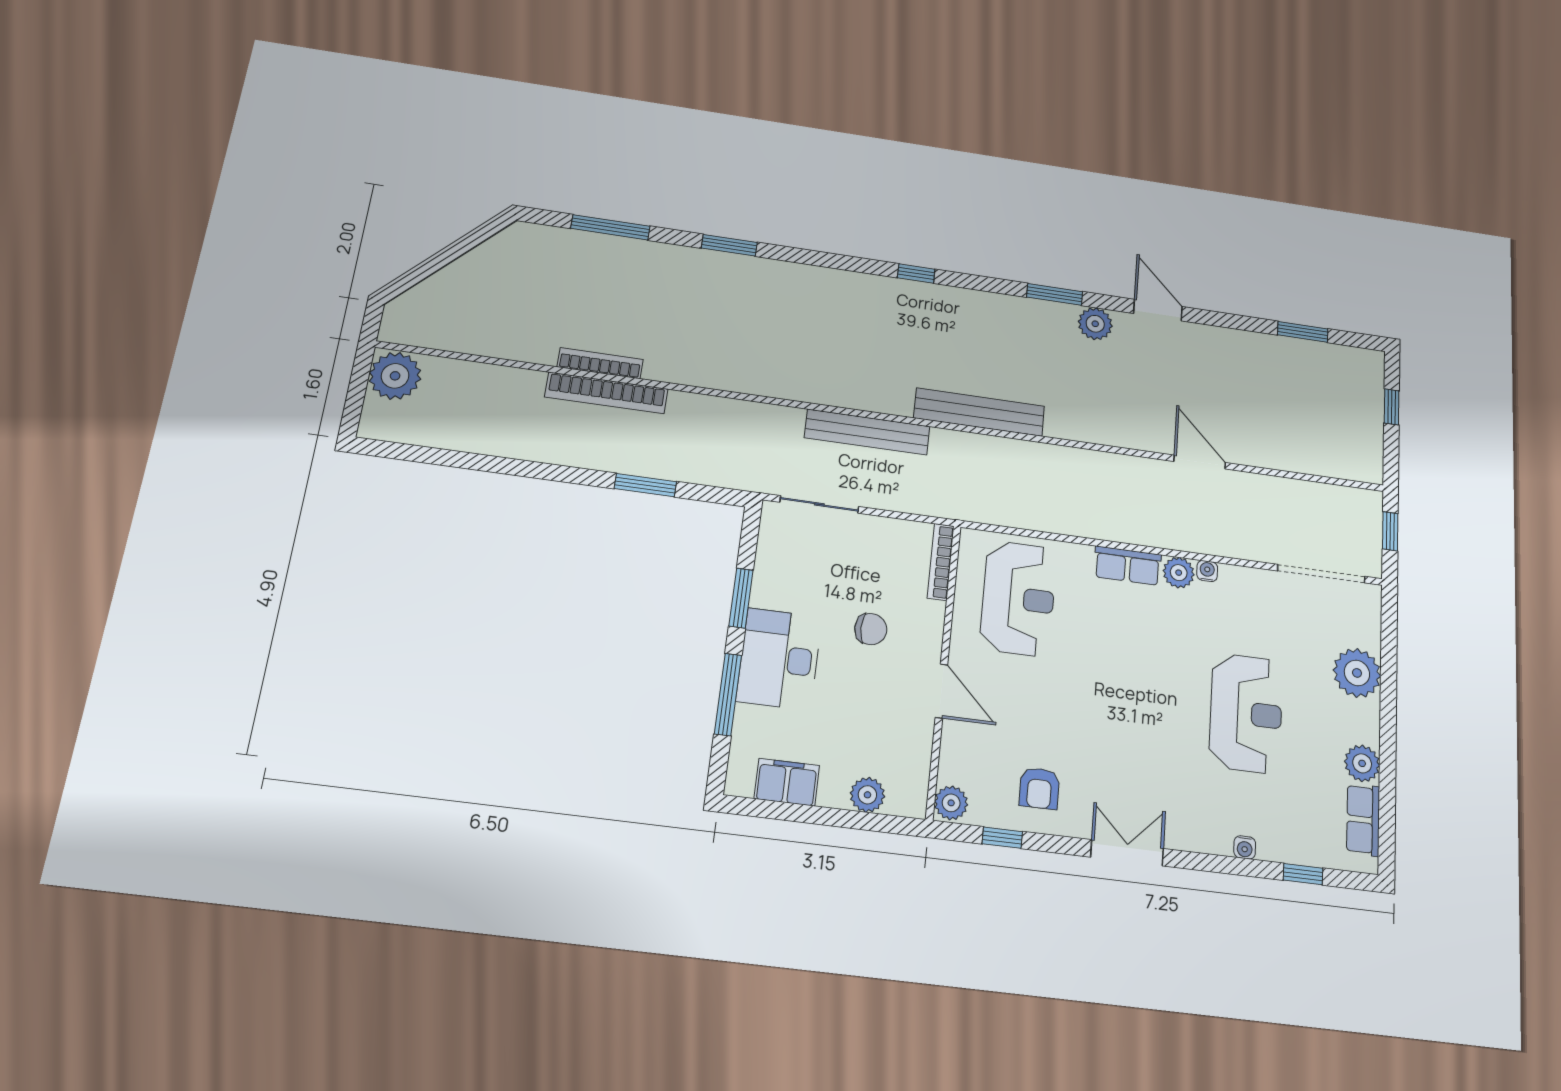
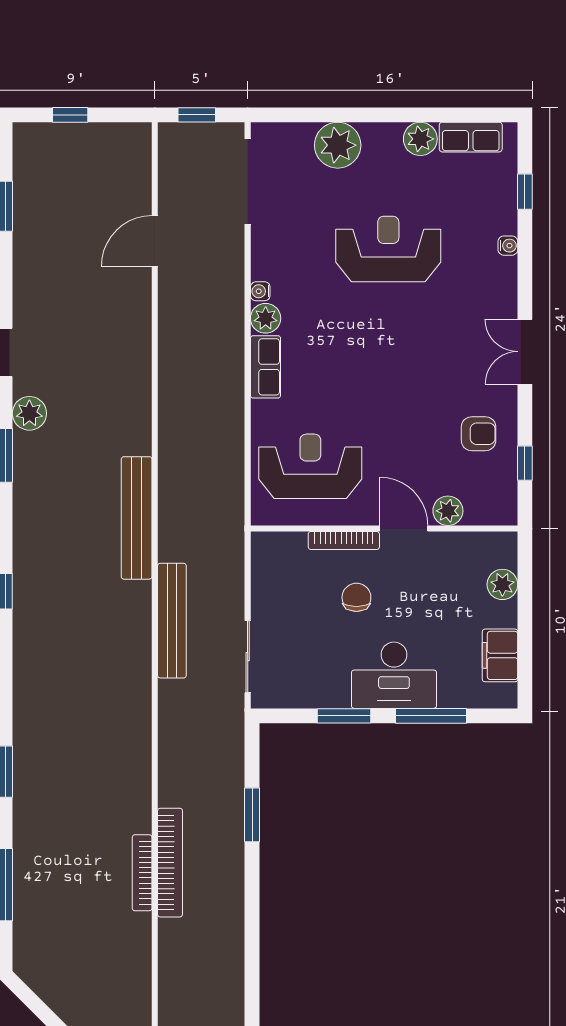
door: (1200, 462) -> (155, 241), moved
bookcase: (941, 562) -> (344, 541), moved
door: (941, 691) -> (404, 529), hinge flipped
plant: (951, 803) -> (448, 511), moved

